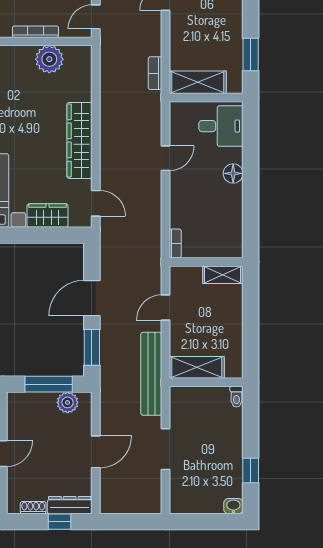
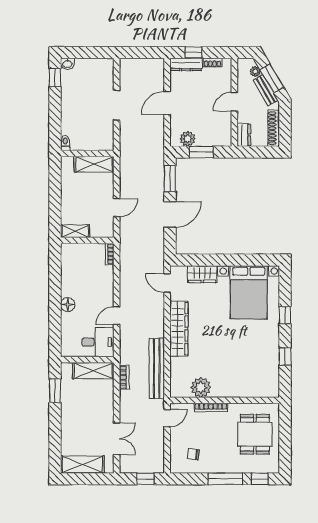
desk: (221, 126) -> (98, 342), moved, turned 180
bench: (151, 374) -> (157, 368), moved
window: (49, 384) -> (201, 152), width x0.69
window: (251, 471) -> (55, 78), moved

